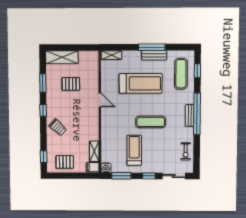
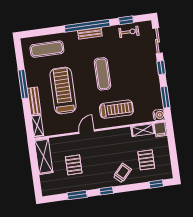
bench: (154, 55) -> (34, 101), moved
shelving: (62, 57) -> (44, 156), moved
window: (197, 71) -> (126, 20), moved
treadmill: (134, 150) -> (116, 109), moved, turned 180
pallet: (65, 162) -> (146, 160), moved

